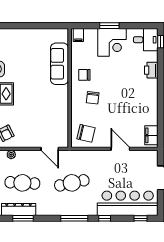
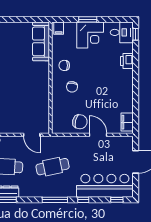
sofa: (60, 64) -> (41, 41), moved
chair: (86, 133) -> (80, 122), moved

